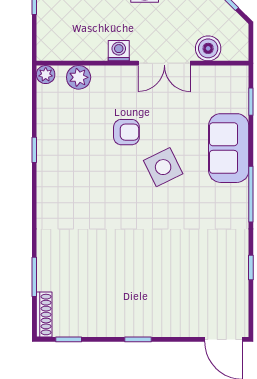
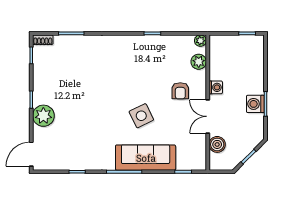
armchair: (126, 132) -> (180, 91), moved
sofa: (229, 148) -> (146, 158), width x1.36
shoe rack: (44, 315) -> (43, 40), width x0.70
plant: (163, 320) -> (43, 116), added

